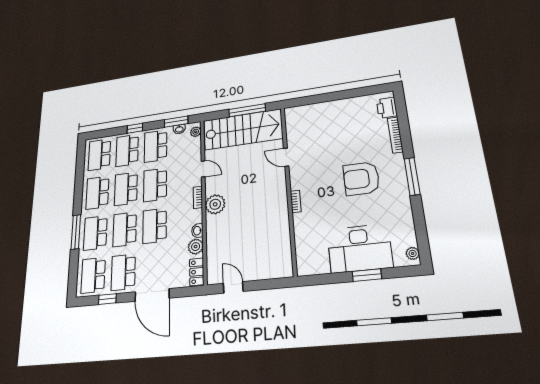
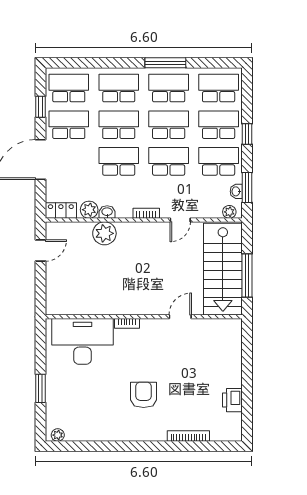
printer: (387, 108) -> (232, 400), moved, turned -90
window: (412, 176) -> (139, 446), removed
armchair: (361, 179) -> (144, 395), width x0.73, depth x0.73
plant: (215, 204) -> (104, 233), moved
window: (76, 232) -> (165, 63), moved
desk: (360, 248) -> (82, 341), moved, turned 90

